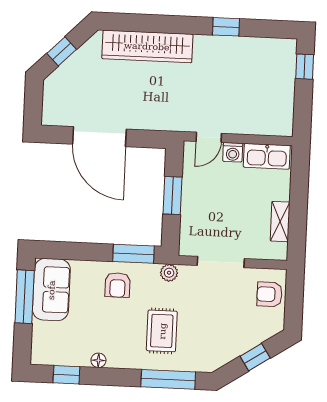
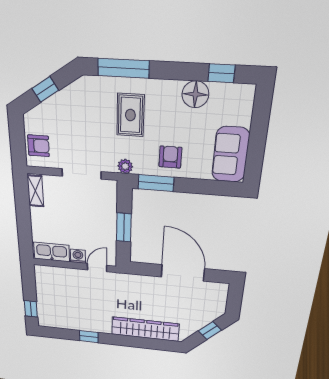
shelving: (280, 222) -> (35, 191), moved
window: (25, 297) -> (256, 149), removed
floor lamp: (98, 360) -> (195, 94), width x1.89, depth x1.89

